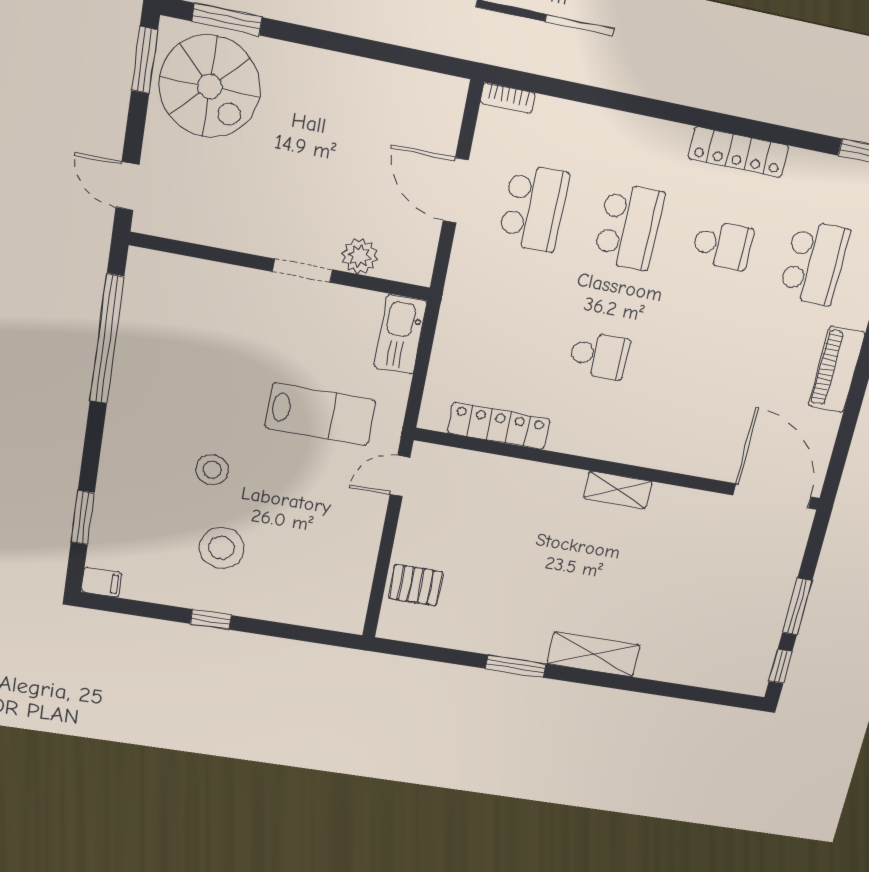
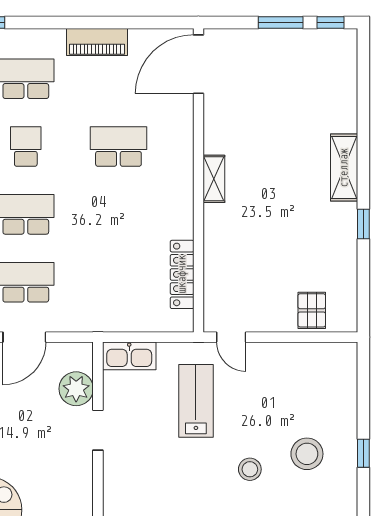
plant: (360, 256) -> (76, 389), width x1.36, depth x1.36
school desk: (599, 355) -> (118, 147), moved, width x1.85
window: (516, 666) -> (363, 224), width x0.67

